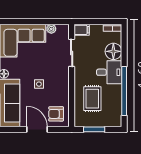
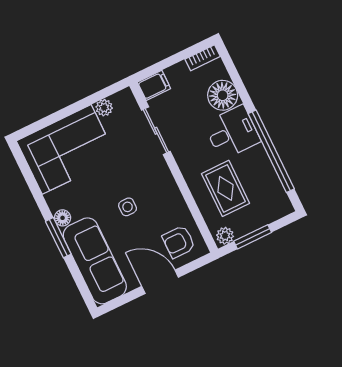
plant: (81, 122) -> (225, 236), added

